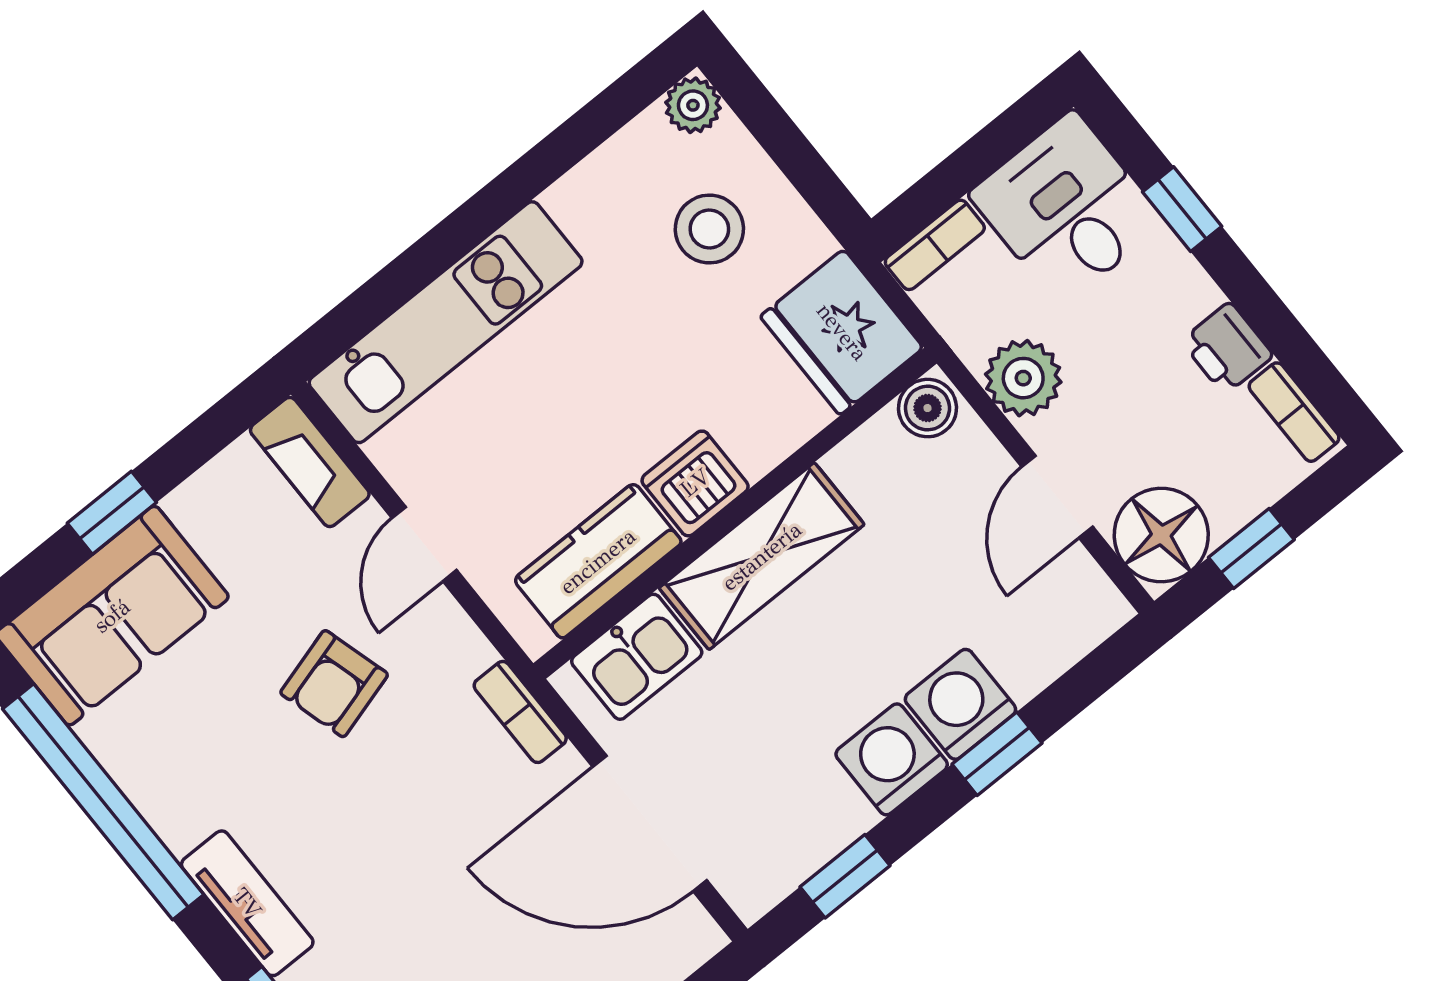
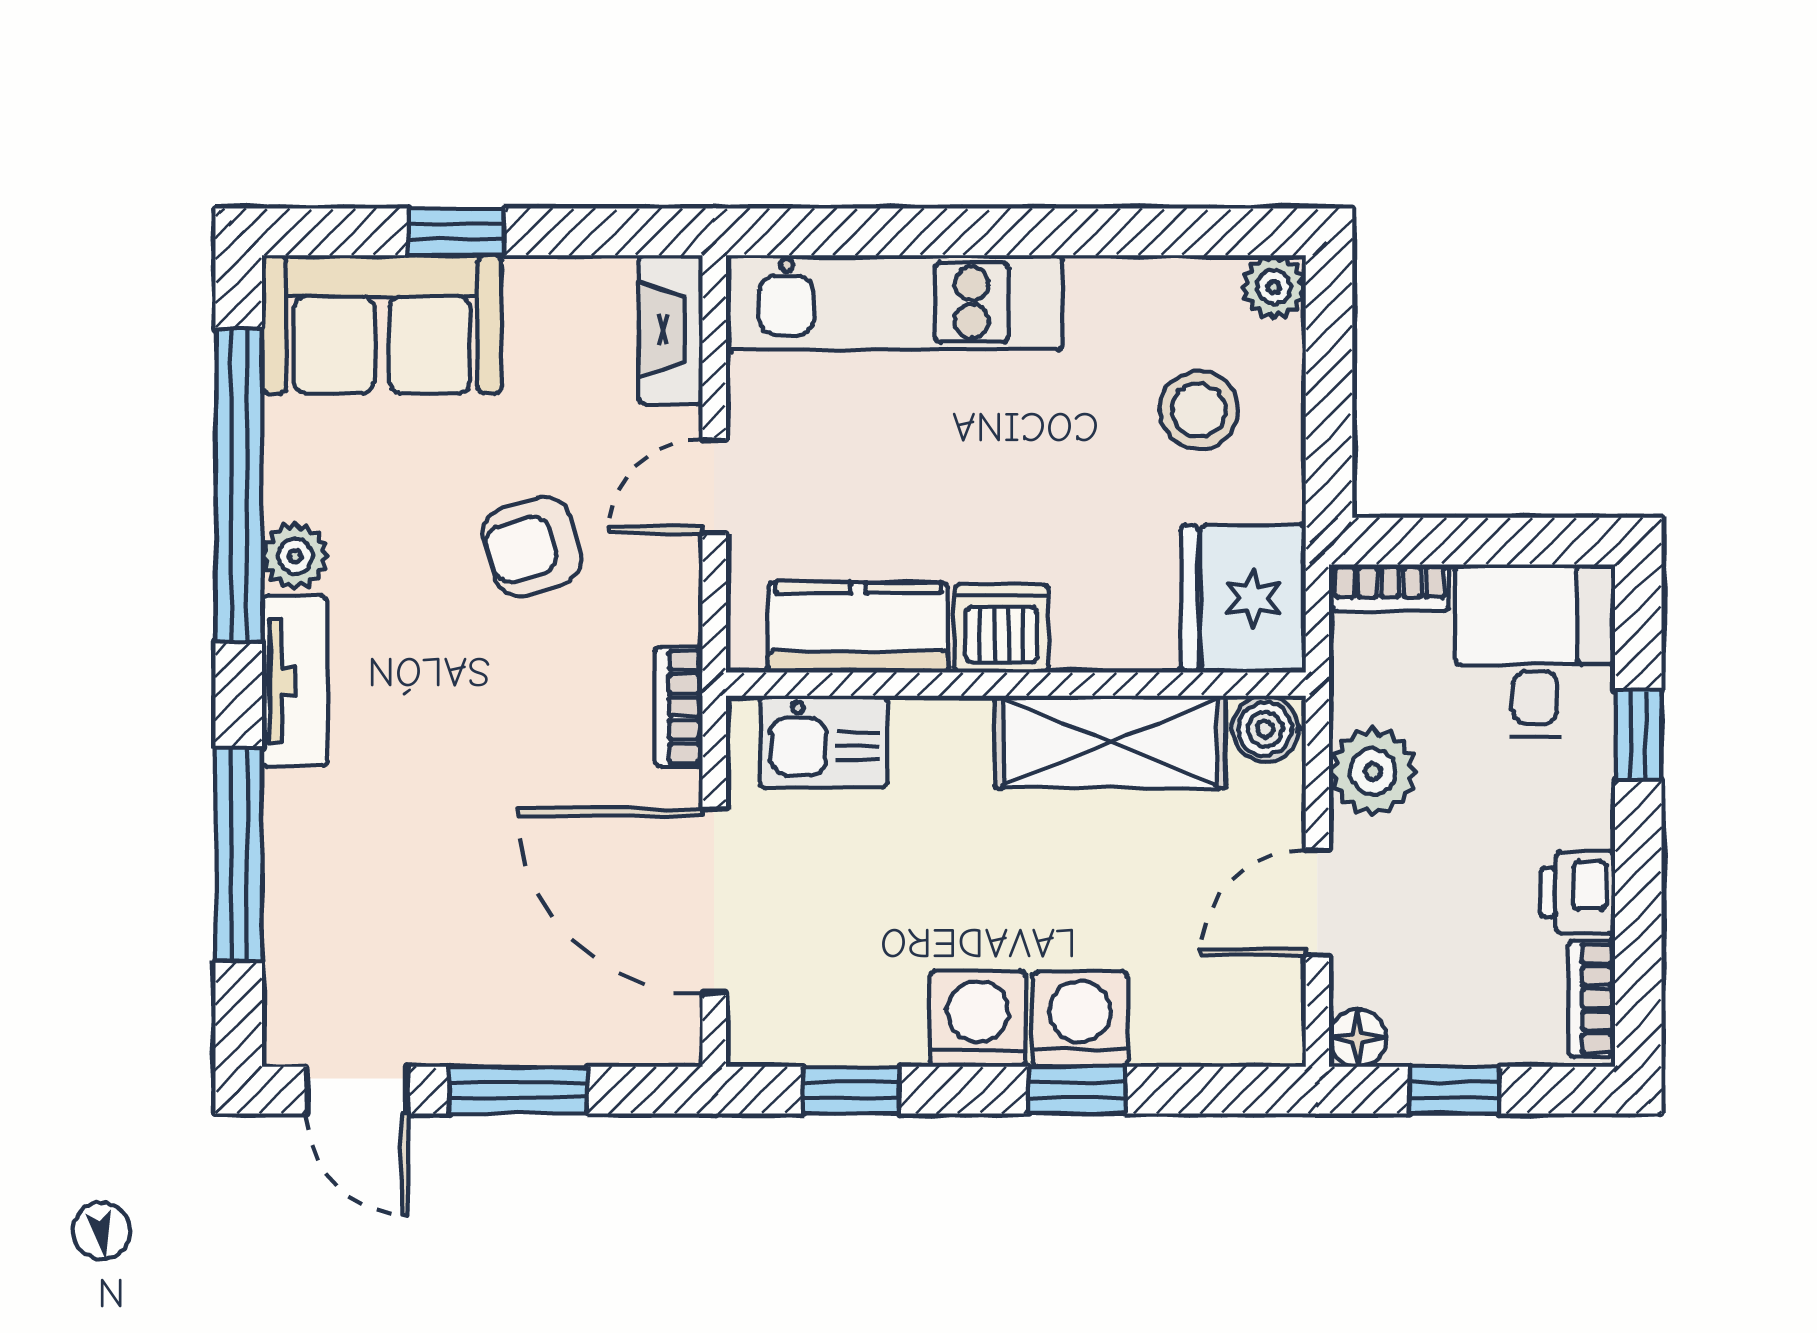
floor lamp: (1161, 535) -> (1358, 1038), width x0.53, depth x0.53
shelving: (762, 556) -> (1110, 742), moved
plant: (180, 819) -> (295, 556), added

